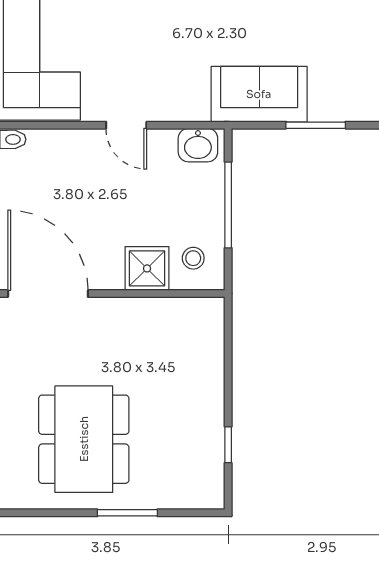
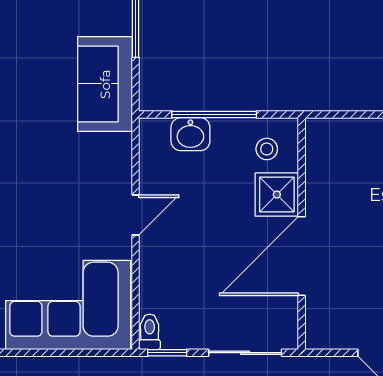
washbasin: (198, 145) -> (190, 134), moved, turned 90
door: (48, 294) -> (302, 256), moved

